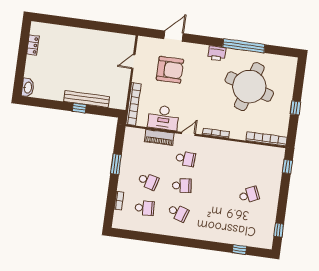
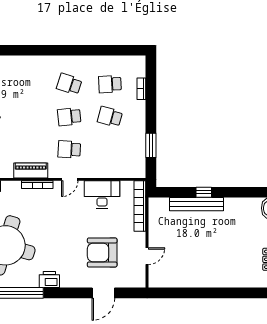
piano: (159, 137) -> (31, 170), moved
window: (116, 164) -> (151, 145), moved

